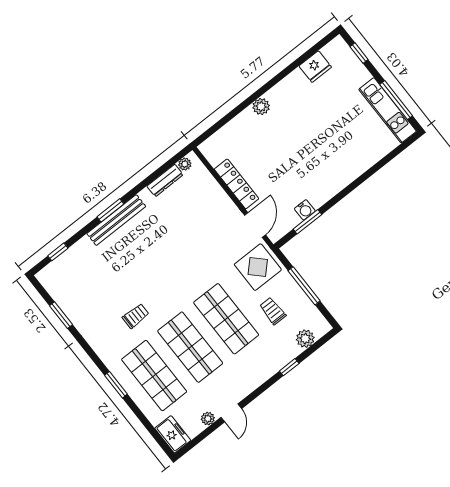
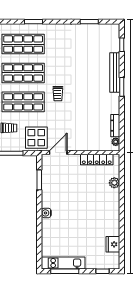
plant: (261, 107) -> (114, 183), moved
locker: (237, 184) -> (97, 160), moved
water cooler: (305, 210) -> (46, 213), moved
bench: (116, 220) -> (115, 72), moved
door: (255, 225) -> (58, 153), swing flipped
trolley: (136, 316) -> (58, 94), moved

